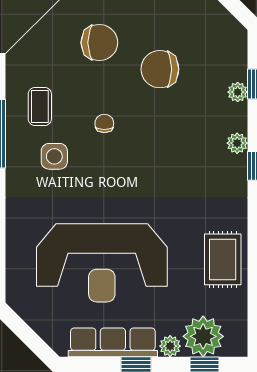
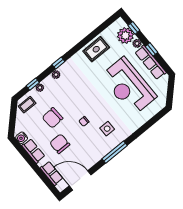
chair: (160, 69) -> (53, 118), turned 86
coffee table: (40, 106) -> (27, 105), moved
reception desk: (102, 263) -> (128, 86), turned 180

